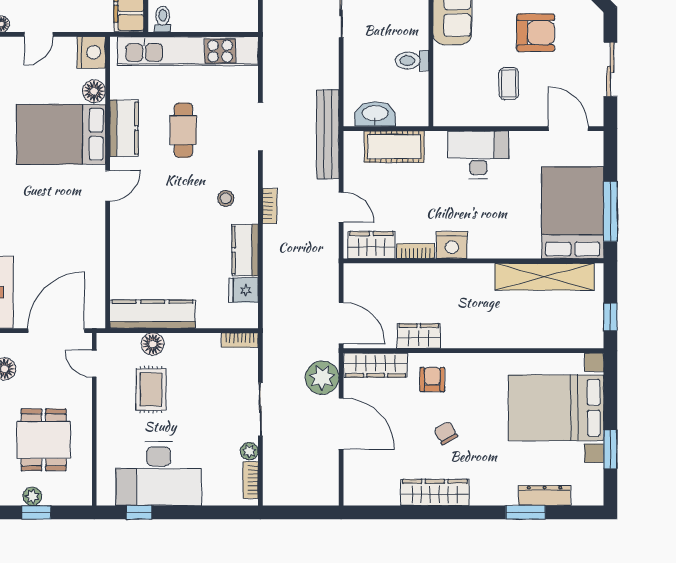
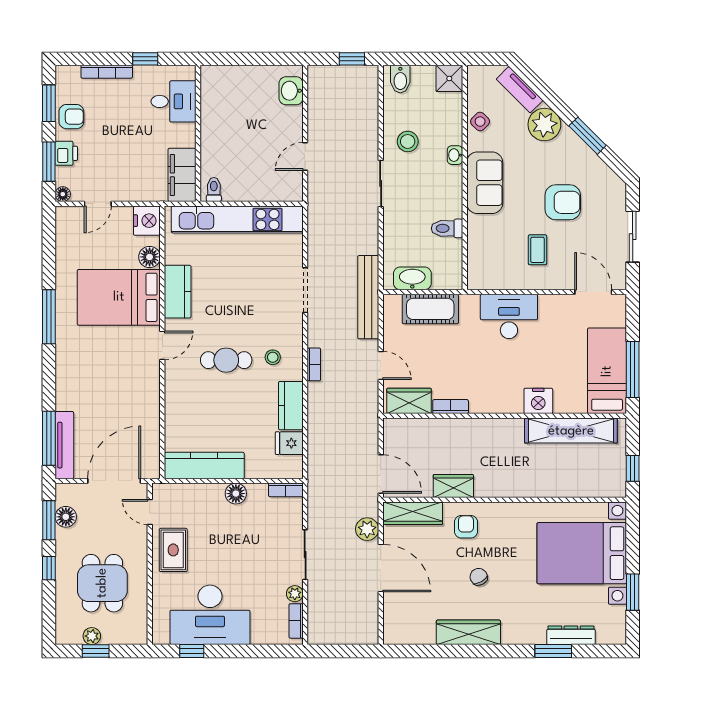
cafe table: (183, 130) -> (226, 360), moved, turned 90
bed: (573, 213) -> (607, 371), width x0.67
nightstand: (452, 245) -> (538, 401), moved
floor lamp: (153, 344) -> (236, 494), moved
plant: (322, 378) -> (367, 529), width x0.73, depth x0.73
rug: (151, 390) -> (173, 550), moved

